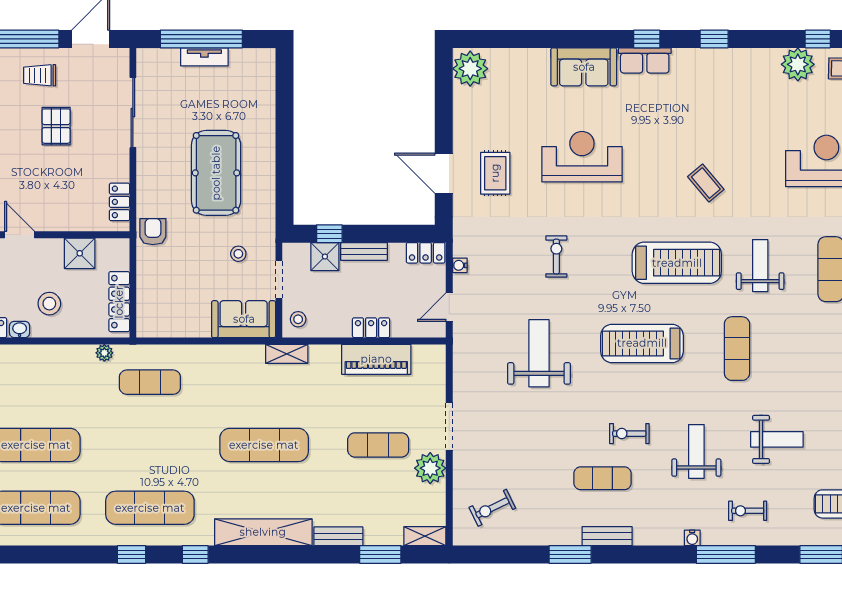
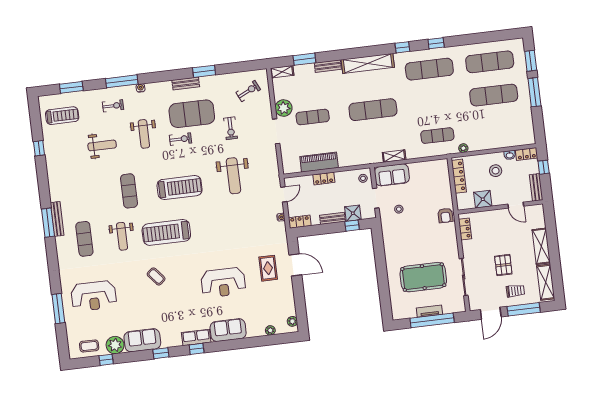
plant: (505, 57) -> (270, 330), added
sofa: (746, 67) -> (142, 340), added
plant: (470, 69) -> (292, 321), width x0.53, depth x0.53
pool table: (216, 173) -> (423, 277), moved, turned 90
exercise bike: (556, 257) -> (231, 128), moved
shelving: (287, 354) -> (394, 156), moved
weight bench: (777, 439) -> (102, 145), turned 180
exercise mat: (602, 478) -> (192, 114), width x2.00, depth x1.45

